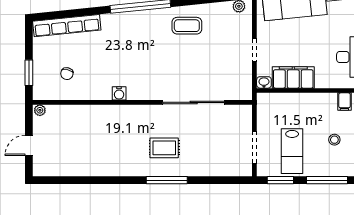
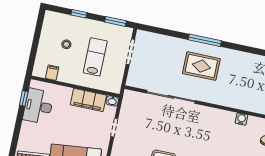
water cooler: (119, 93) -> (241, 119), moved
rug: (164, 148) -> (201, 66), width x1.36, depth x1.43
lab bench: (292, 151) -> (95, 57), moved
window: (327, 180) -> (79, 14), width x0.46

